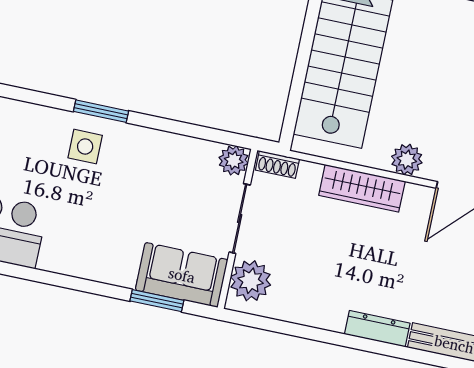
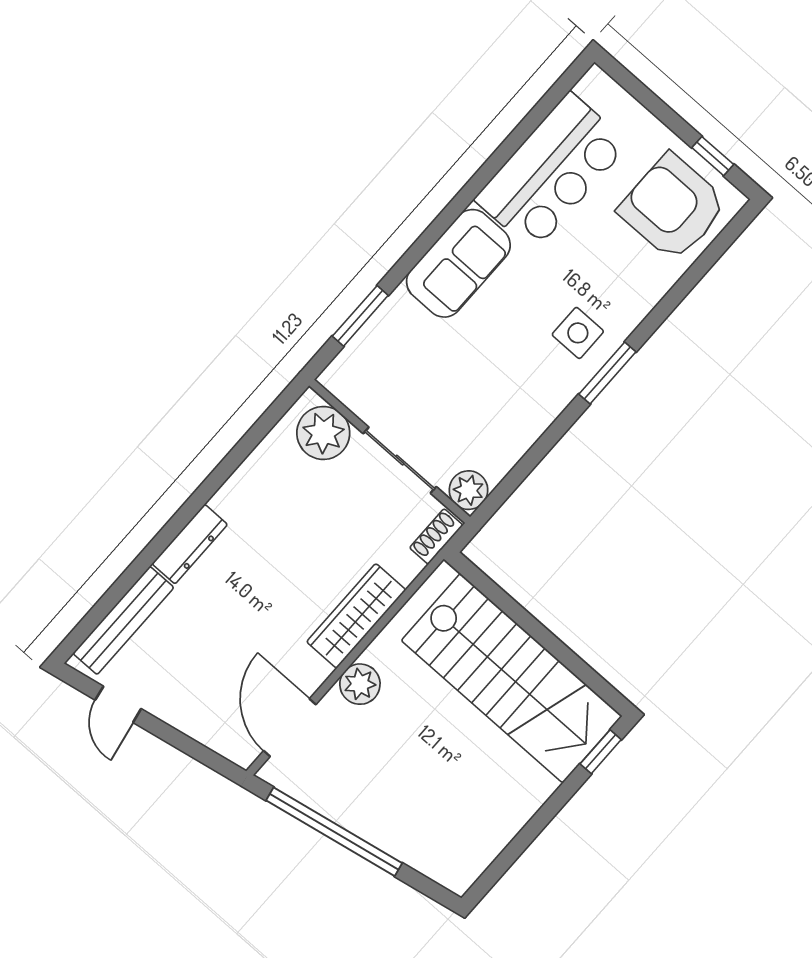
sofa: (182, 275) -> (458, 263), moved

